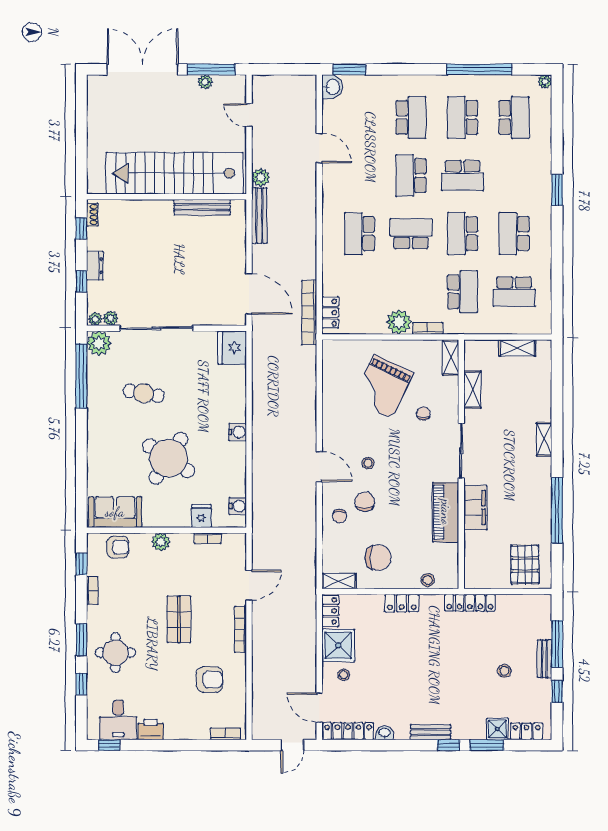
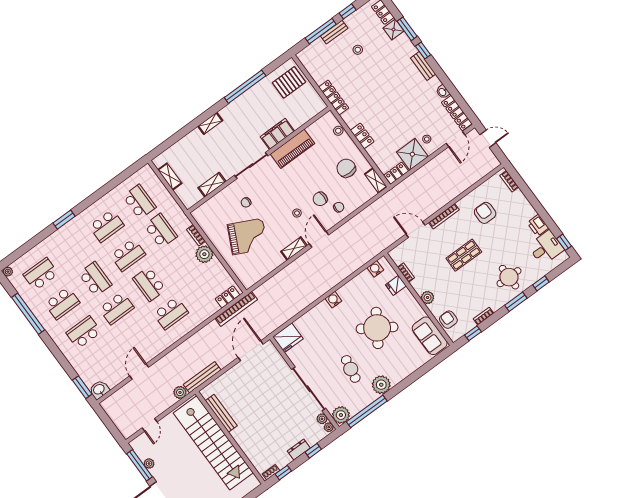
school desk: (463, 292) -> (161, 231), turned 90
shelving: (451, 358) -> (294, 249), moved
plant: (100, 415) -> (381, 385), added

